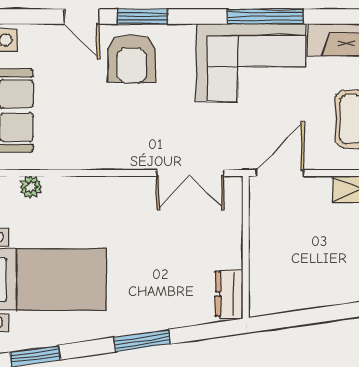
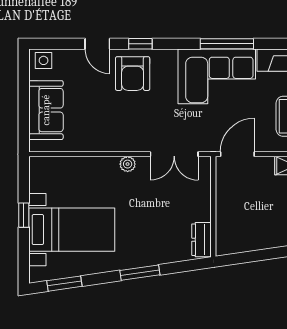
window: (143, 17) -> (140, 44), width x0.67
plant: (31, 187) -> (128, 164), moved

